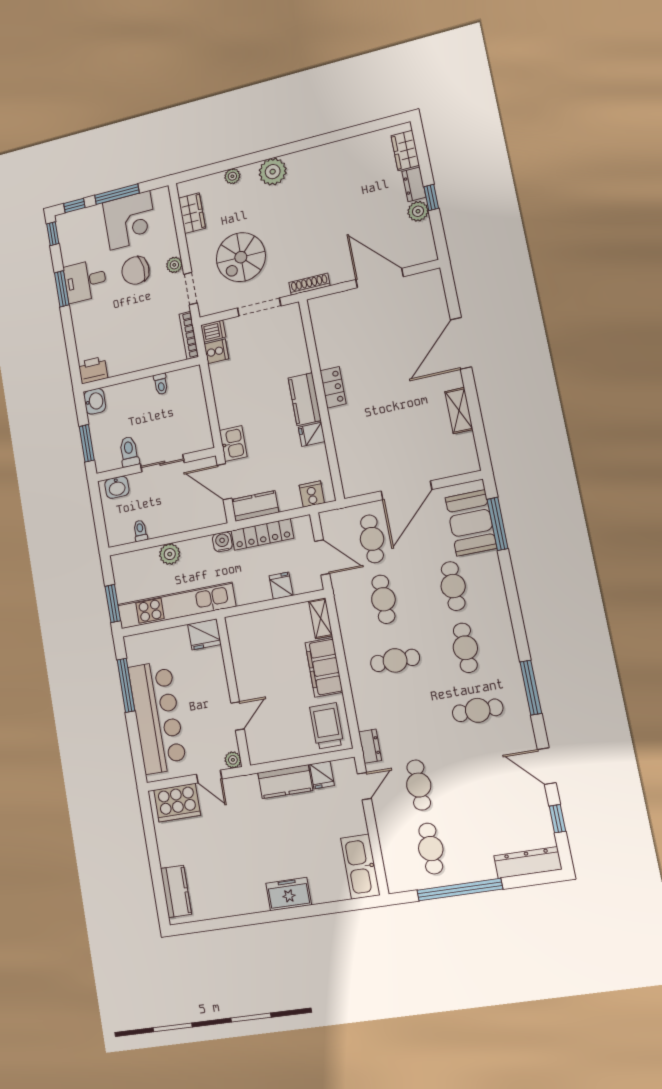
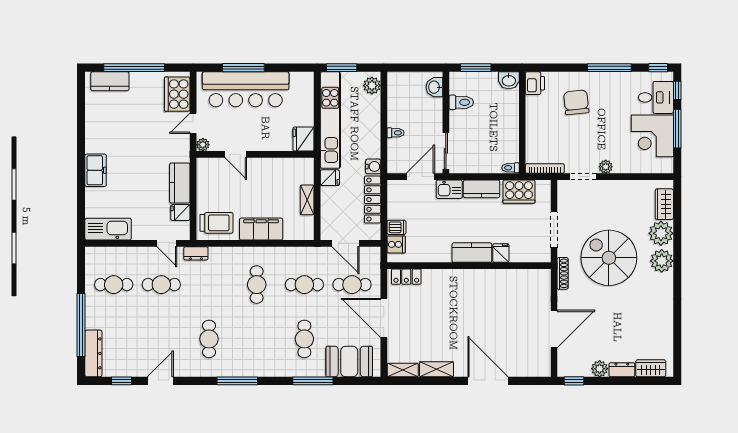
plant: (232, 176) -> (661, 233), width x1.88, depth x1.88
window: (431, 198) -> (574, 381), moved
wardrobe: (192, 213) -> (664, 204), moved, turned 90
spiral stairs: (241, 257) -> (609, 258), moved, width x1.37, depth x1.37
chair: (135, 270) -> (576, 102), moved
desk: (85, 281) -> (656, 97), moved, turned 90
window: (62, 289) -> (609, 68), width x1.44
dishwasher: (213, 331) -> (396, 227), moved, turned -90
cooker: (216, 351) -> (519, 192), width x1.87, depth x1.31
toilet: (161, 384) -> (511, 168), moved
locker: (333, 387) -> (406, 277), moved
fridge: (312, 434) -> (501, 253), moved
shelving: (468, 453) -> (403, 370), added
sliding door: (162, 463) -> (446, 151), moved
kitchen counter: (255, 506) -> (482, 189), moved, turned 90
window: (498, 524) -> (313, 381), moved
toilet: (140, 531) -> (396, 133), moved
plant: (170, 554) -> (372, 86), moved
door: (322, 557) -> (345, 243), hinge flipped
fridge: (281, 586) -> (330, 178), moved
cafe table: (453, 586) -> (304, 339), turned 90
shelving: (321, 618) -> (307, 200), moved, turned 90
cafe table: (465, 648) -> (257, 339), removed
window: (126, 685) -> (243, 68), moved
window: (531, 688) -> (237, 381), moved
window: (155, 863) -> (134, 68), added
window: (460, 890) -> (81, 325), moved

